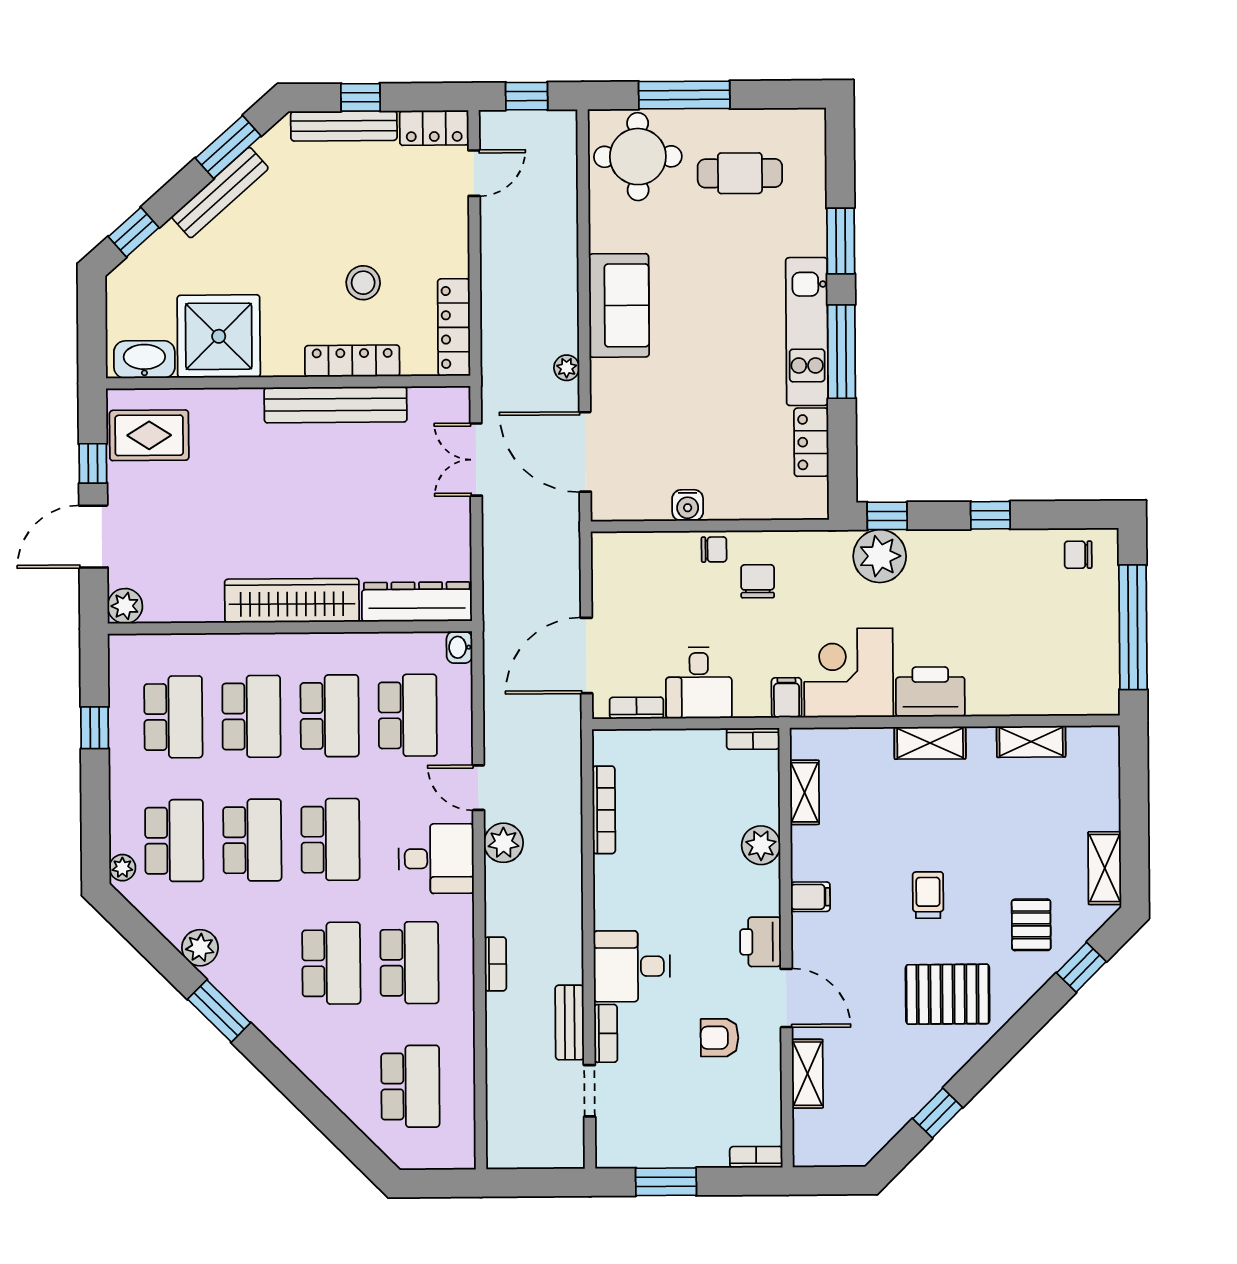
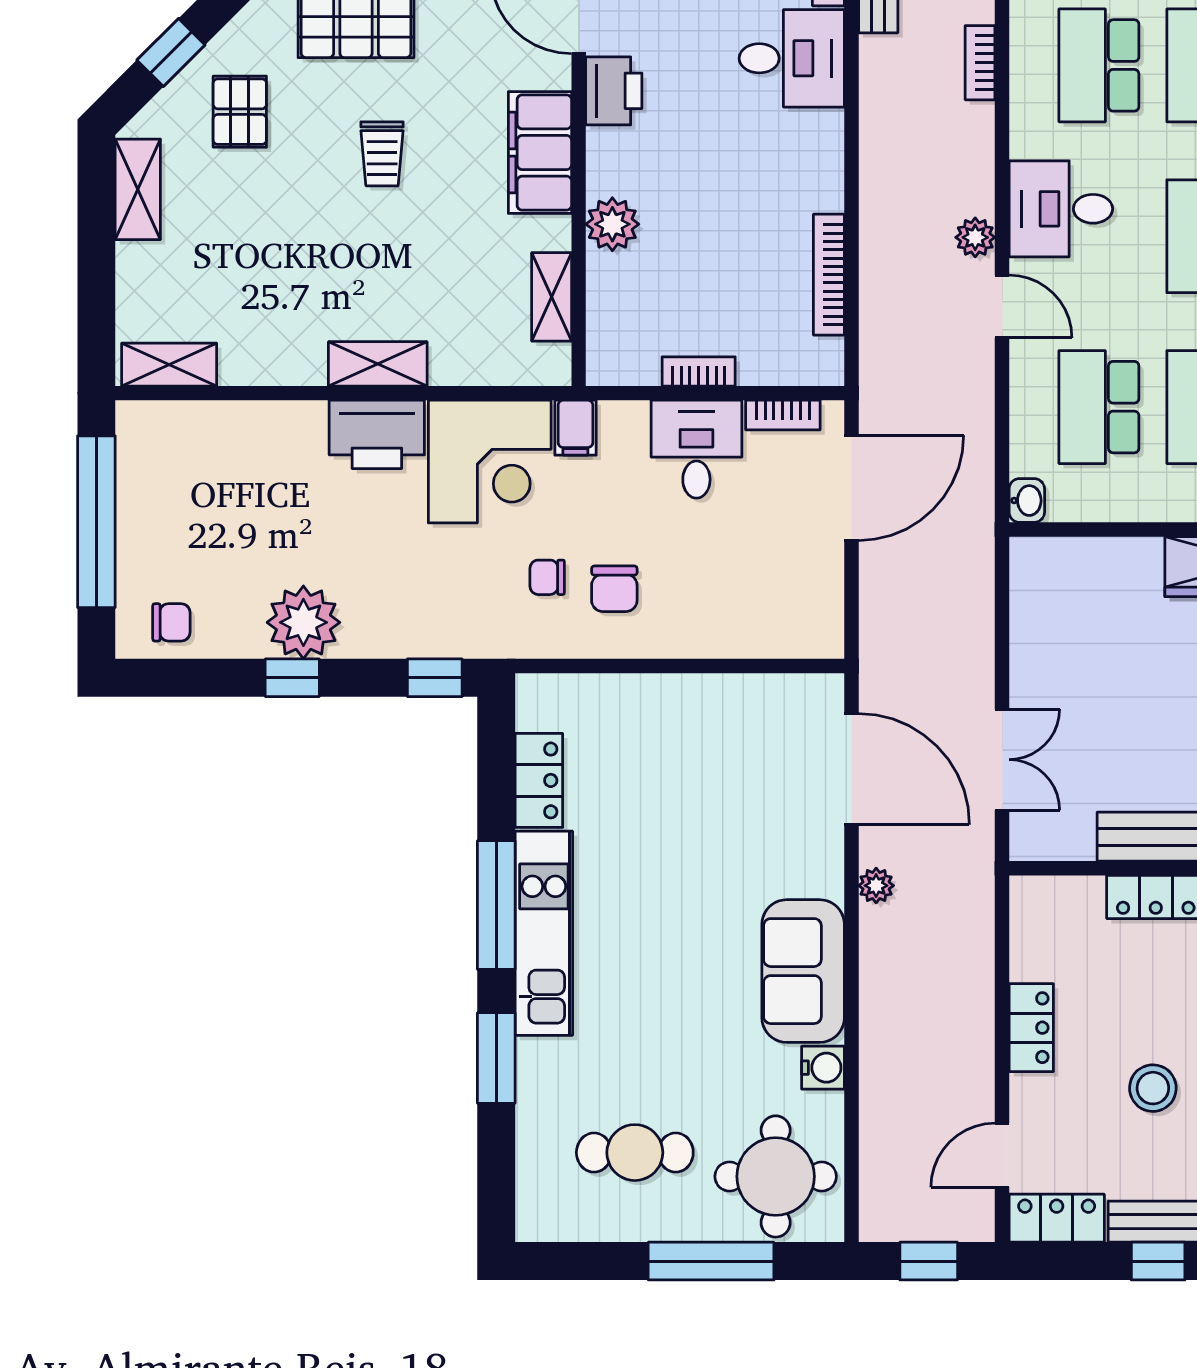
stool: (363, 283) -> (1153, 1088), moved
locker: (454, 327) -> (1031, 1028), moved, width x0.66
water cooler: (688, 505) -> (823, 1068), moved, turned 90
chair: (714, 549) -> (547, 577), moved
plant: (880, 556) -> (303, 622), moved
dresser: (417, 602) -> (1085, 564), removed
bookcase: (753, 739) -> (699, 371), moved
shelving: (1031, 742) -> (169, 365), moved
plant: (503, 843) -> (975, 237), width x0.73, depth x0.73
filing cabinet: (810, 897) -> (540, 153), width x3.00, depth x1.17

